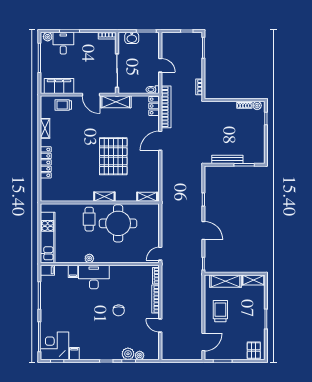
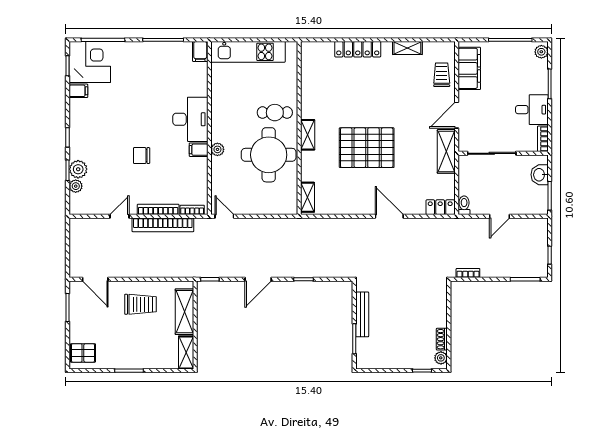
desk: (63, 43) -> (532, 110), moved
bookcase: (166, 107) -> (163, 225), moved
plant: (89, 258) -> (217, 149), moved
filing cabinet: (73, 271) -> (199, 150), moved

